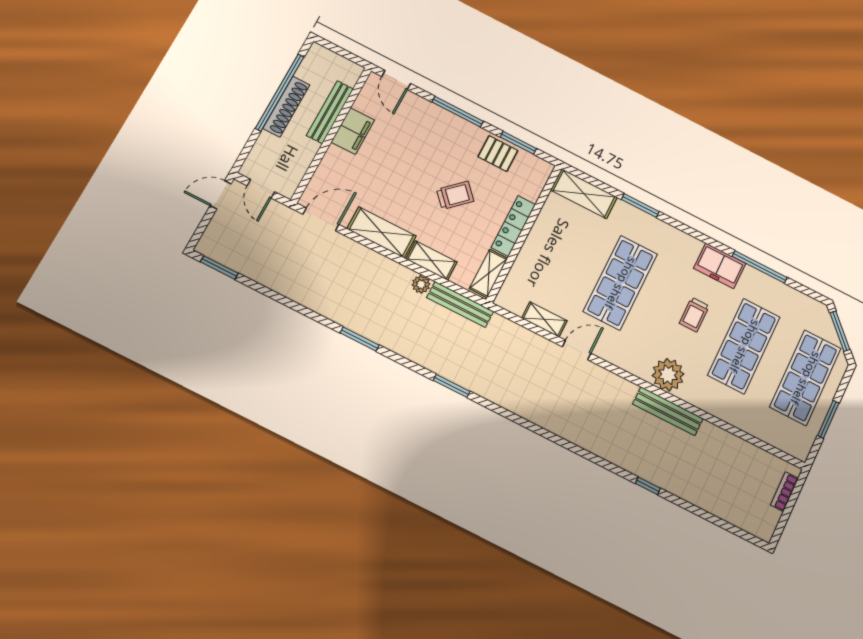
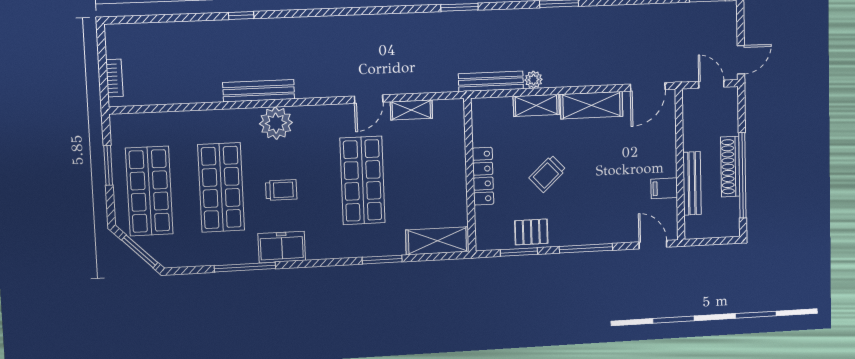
filing cabinet: (353, 131) -> (664, 188), width x0.50
shelving: (489, 273) -> (481, 122), removed
trolley: (694, 315) -> (281, 190), turned 90

